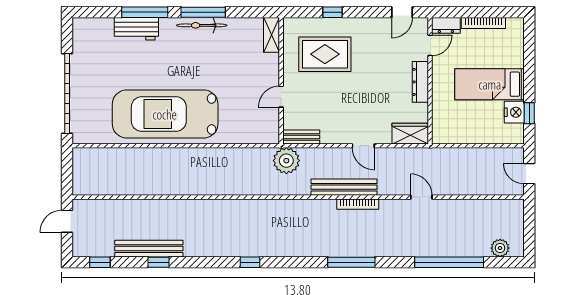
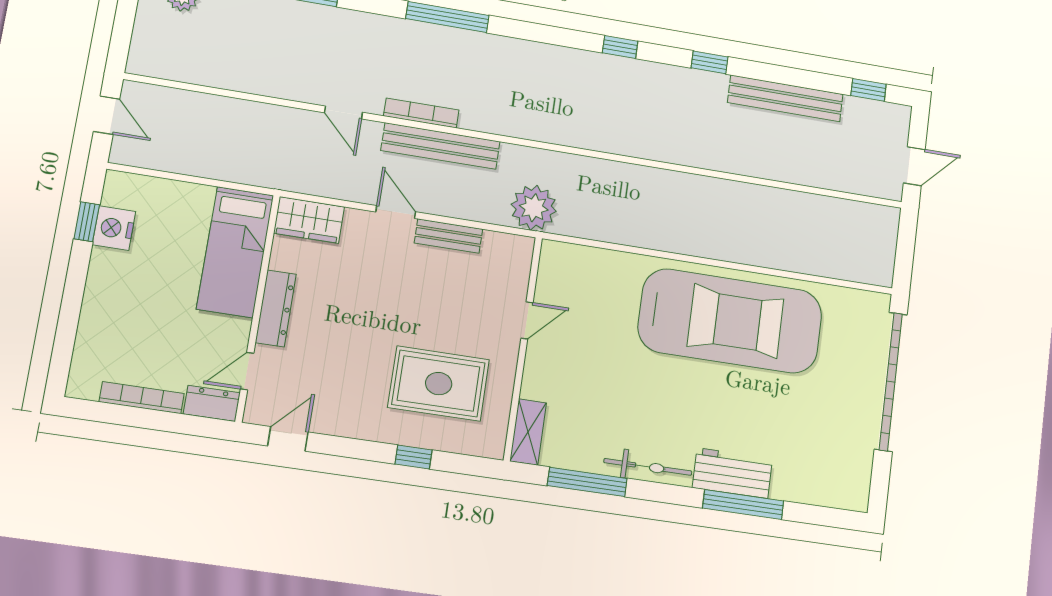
window: (203, 12) -> (587, 482), moved
workbench: (136, 29) -> (732, 473), moved
bed: (490, 84) -> (235, 252), moved, turned 90
bench: (301, 137) -> (448, 236), moved
door: (421, 197) -> (343, 112), moved
window: (159, 262) -> (709, 62), moved

